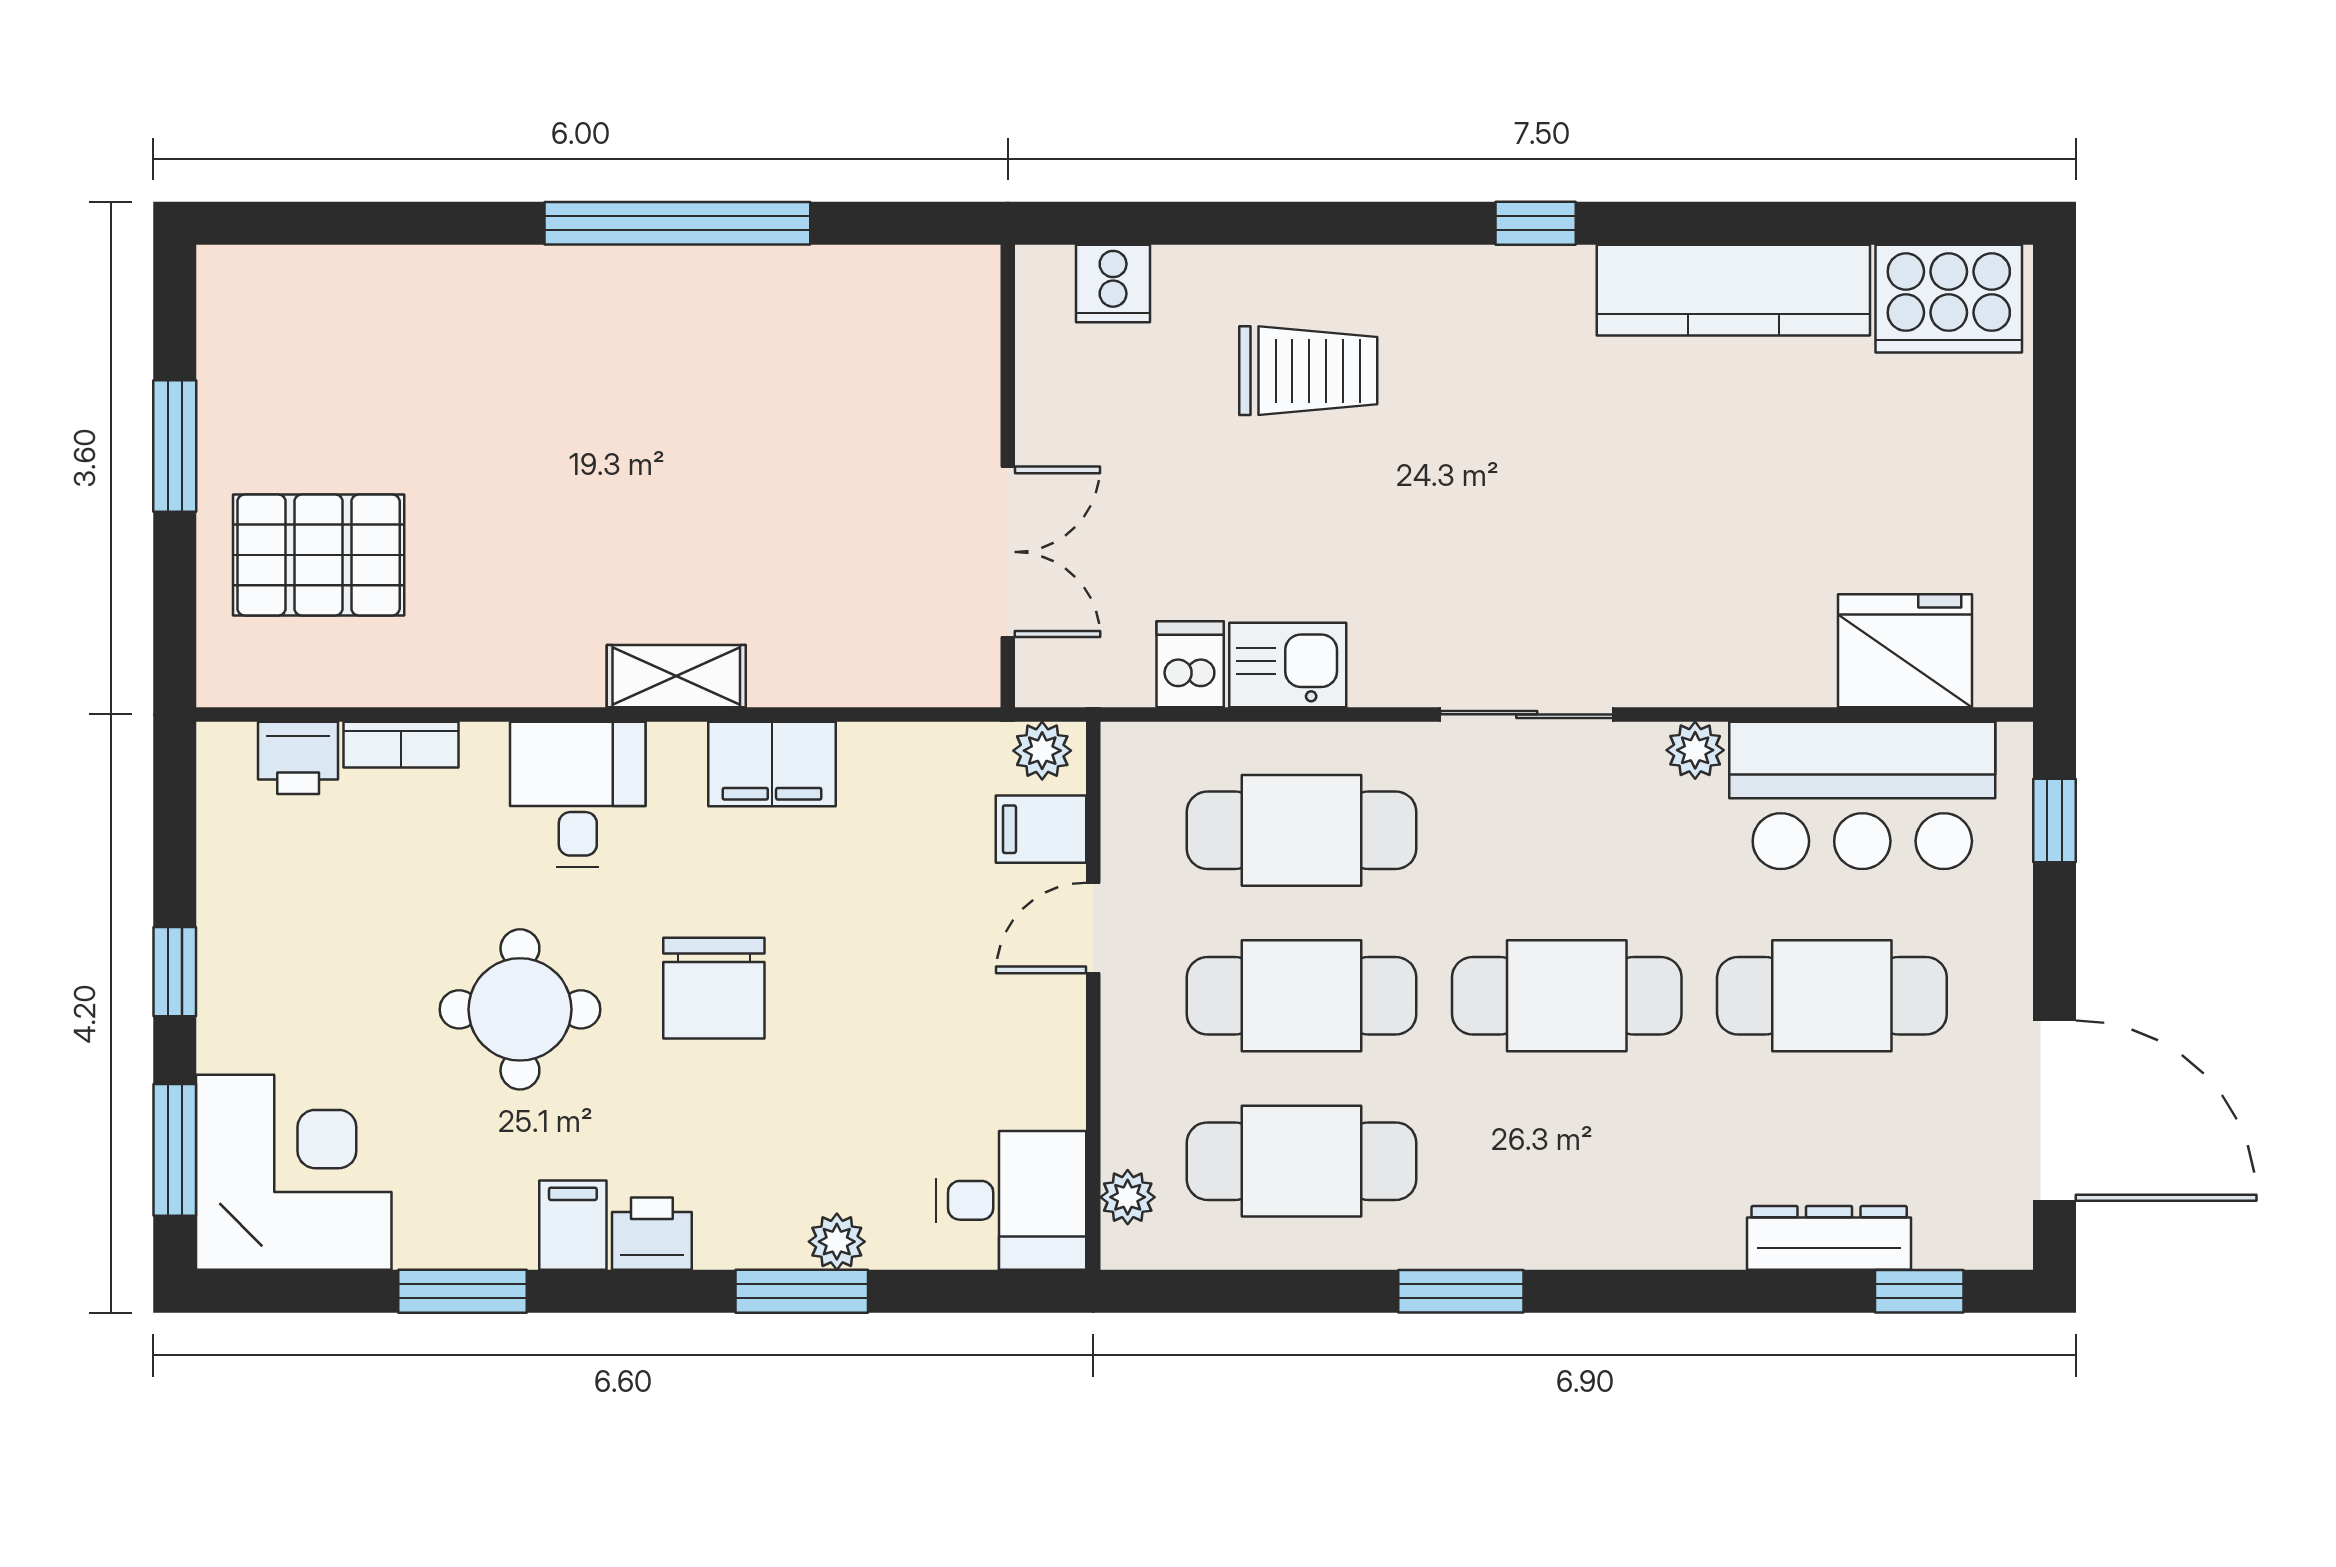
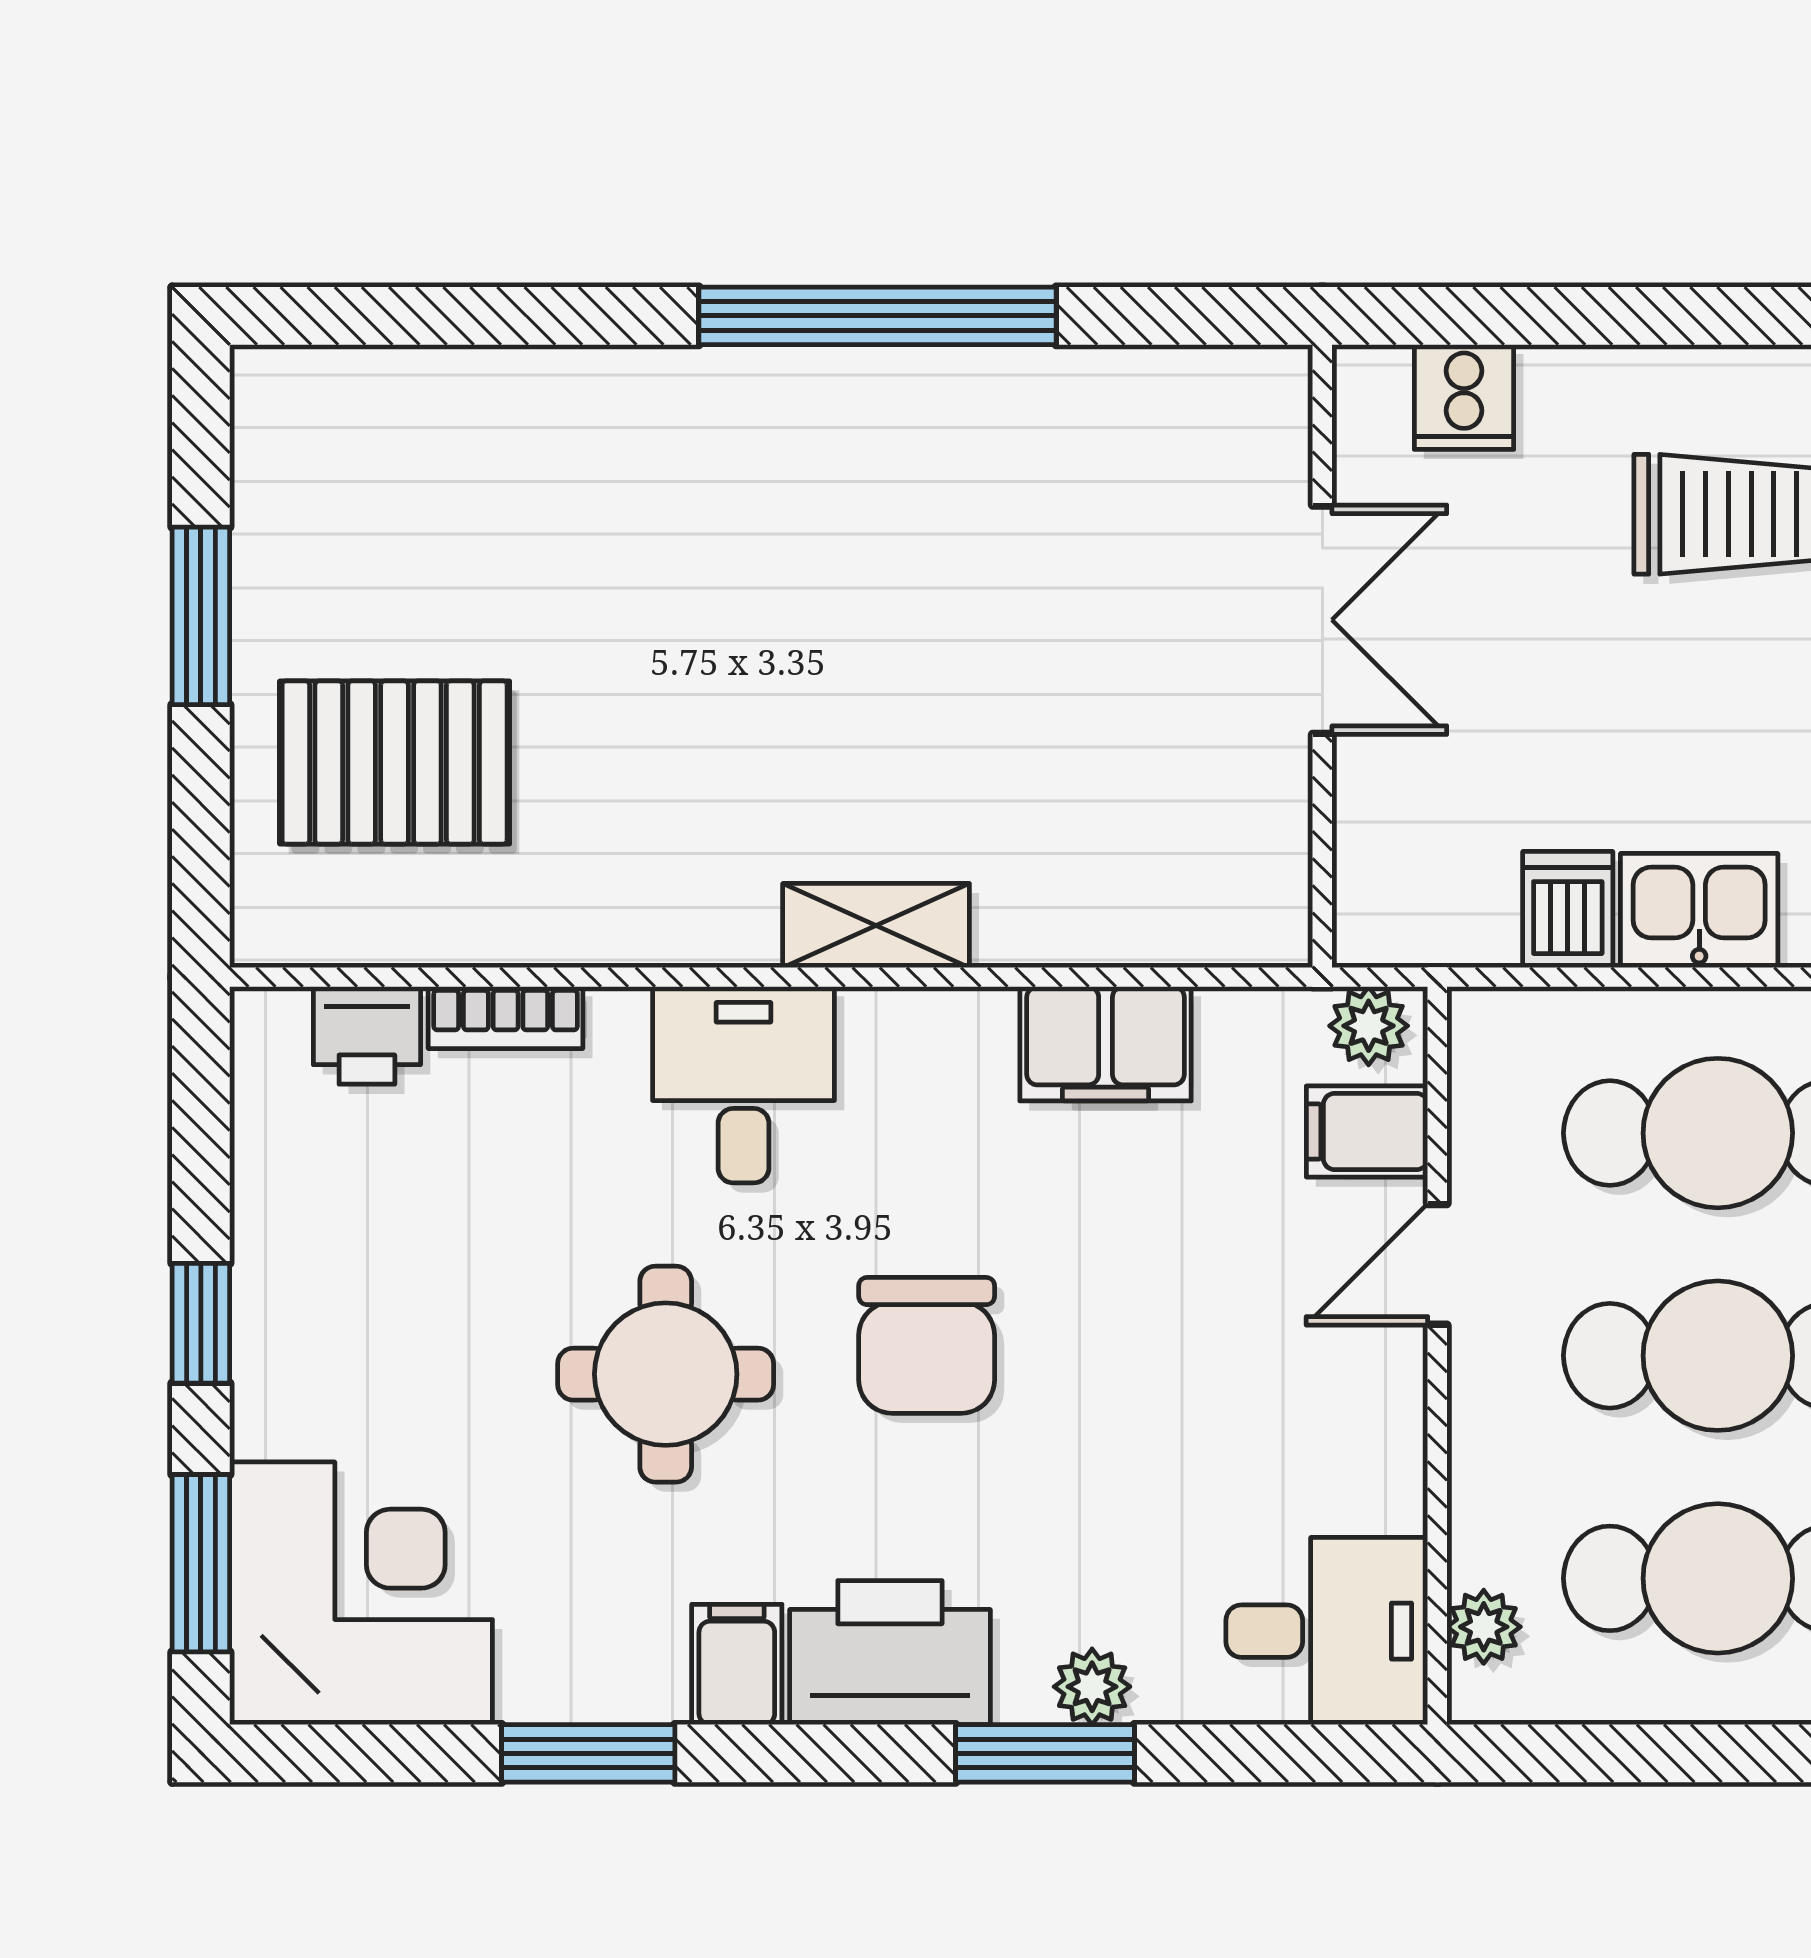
double door: (1008, 552) -> (1322, 620), moved
filing cabinet: (772, 764) -> (1106, 1044), moved
printer: (652, 1234) -> (890, 1653), width x1.87, depth x1.48

